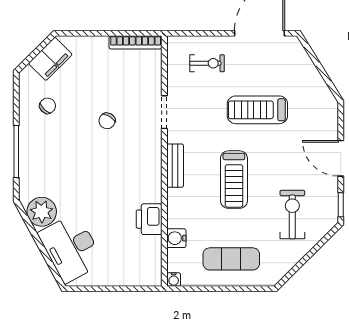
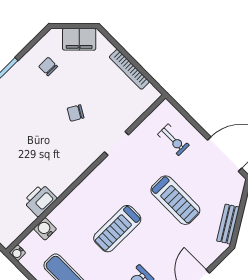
bookcase: (136, 42) -> (129, 69), moved
chair: (48, 106) -> (48, 66), turned -134
treadmill: (257, 110) -> (175, 200), turned 180
bench: (175, 166) -> (228, 224), moved, turned -32

